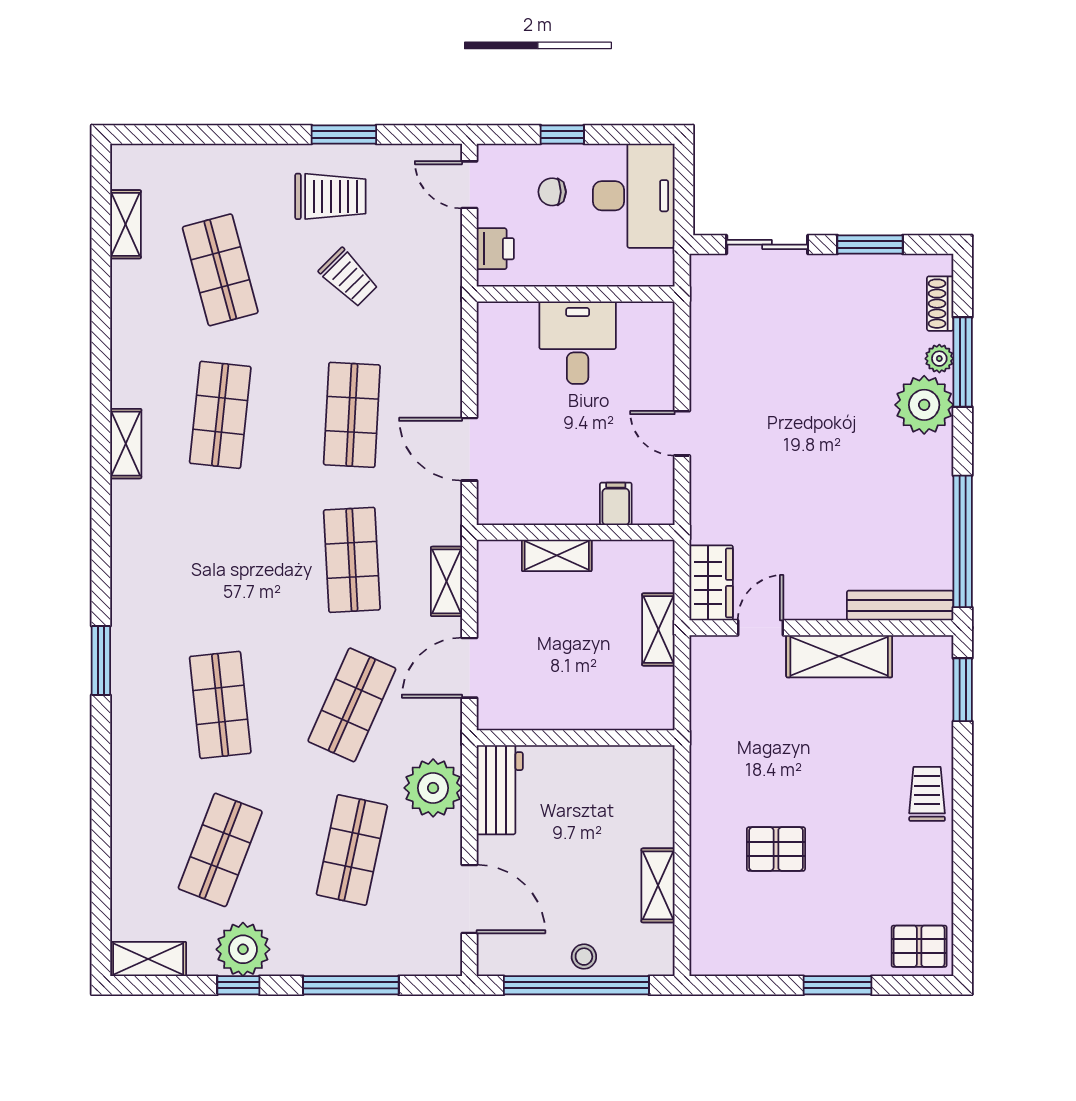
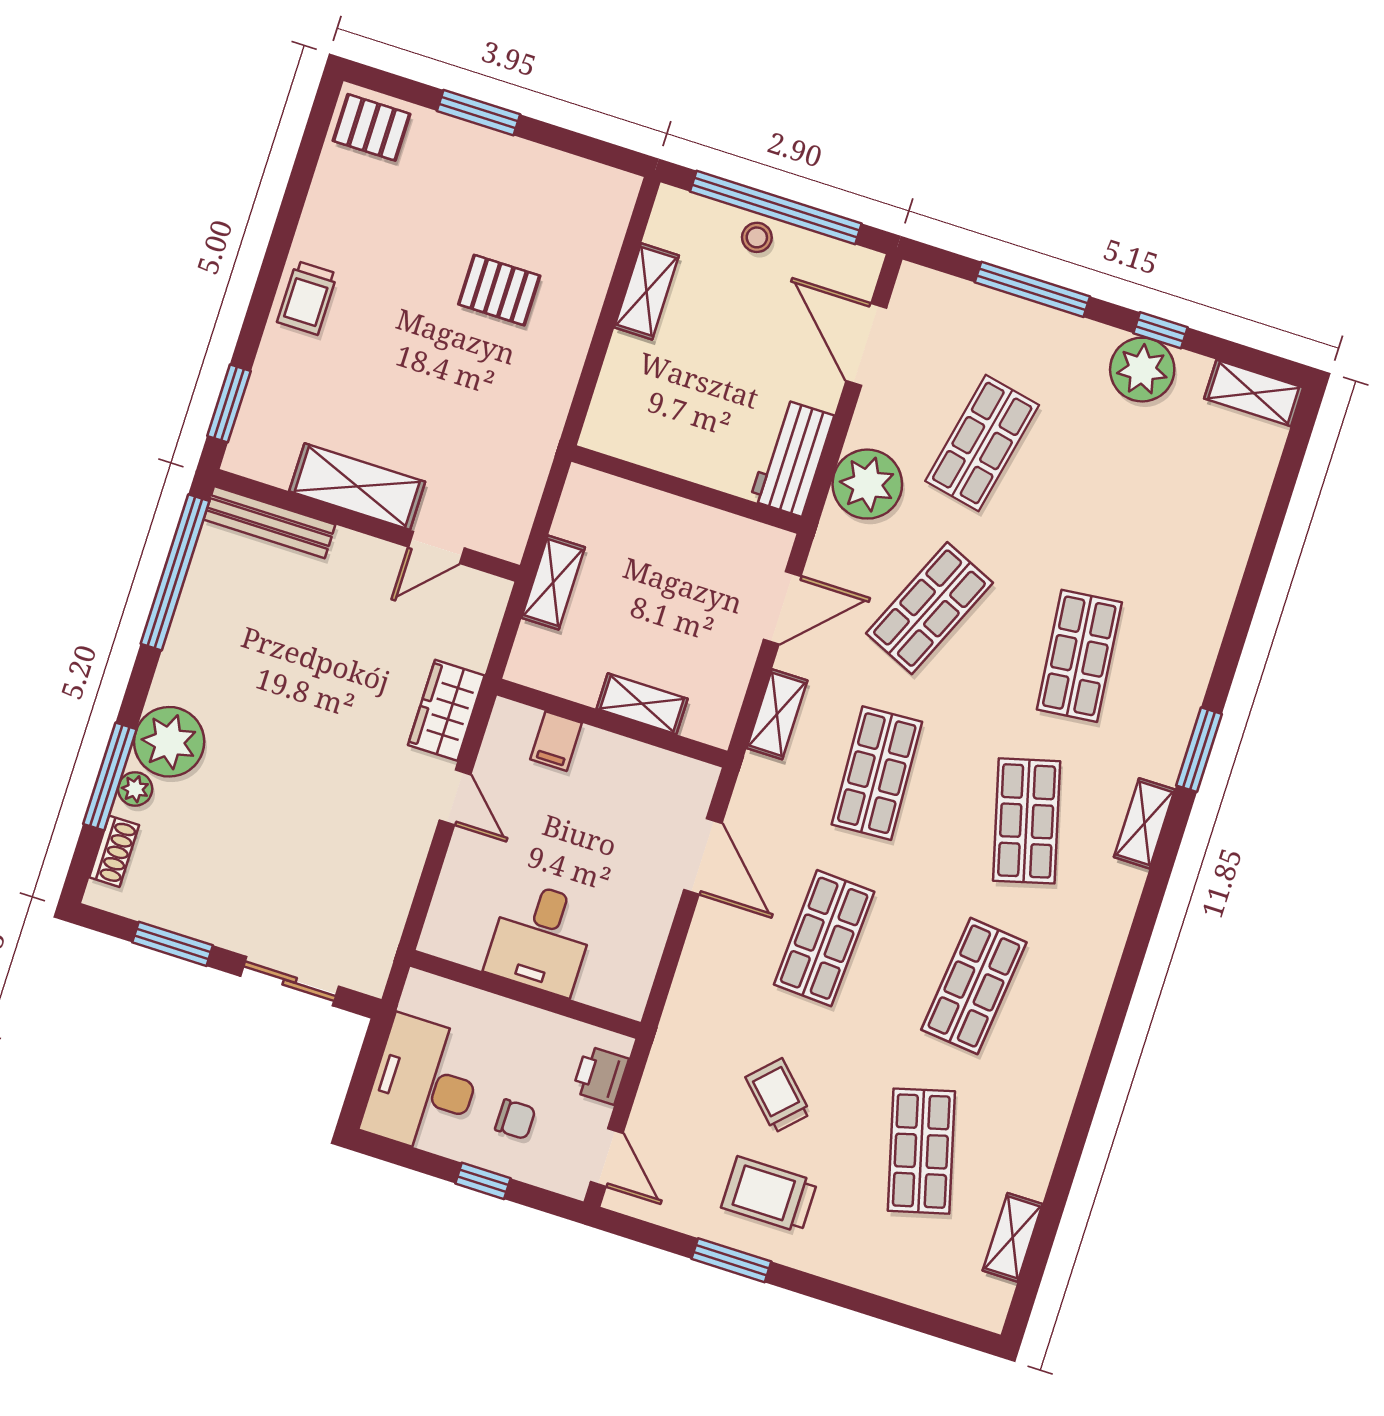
shelving: (126, 444) -> (1144, 823), moved
wardrobe: (711, 583) -> (446, 710), moved
shop shelf: (220, 850) -> (1027, 821), moved, turned -36

